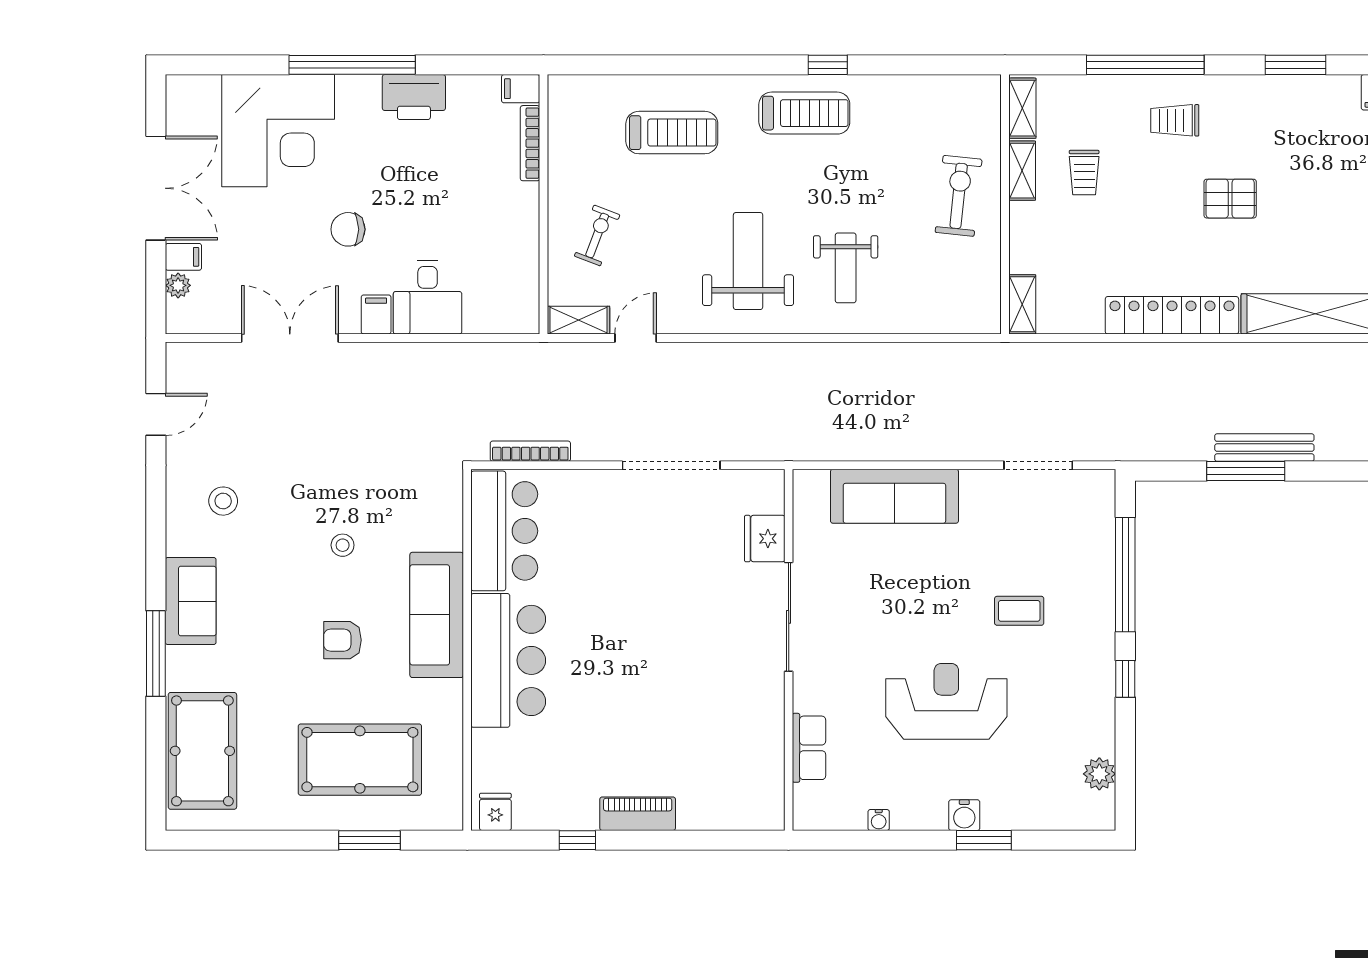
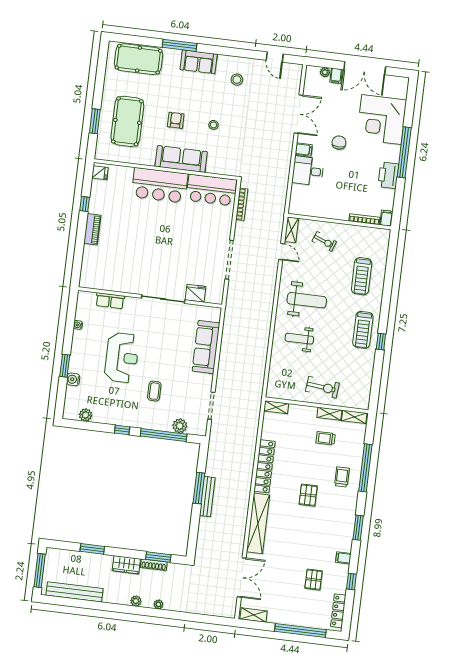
plant: (1097, 537) -> (180, 426), added
water cooler: (964, 815) -> (73, 379), moved

